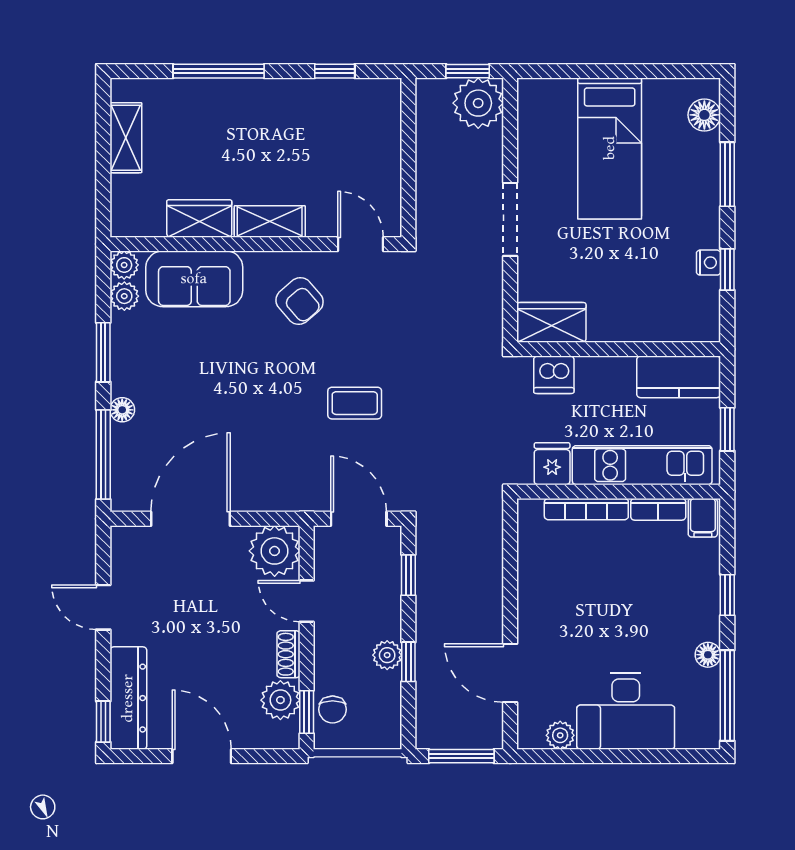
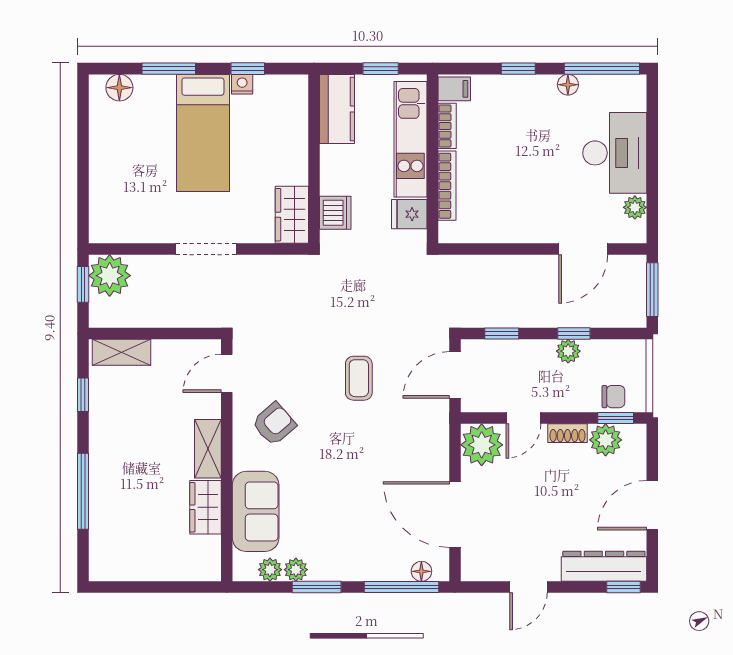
shelving: (126, 138) -> (121, 352), moved
bed: (610, 148) -> (203, 133), moved, turned 90
plant: (124, 265) -> (296, 570), moved
floor lamp: (122, 410) -> (421, 571), moved

